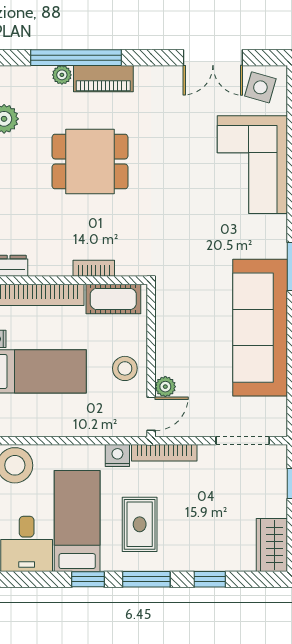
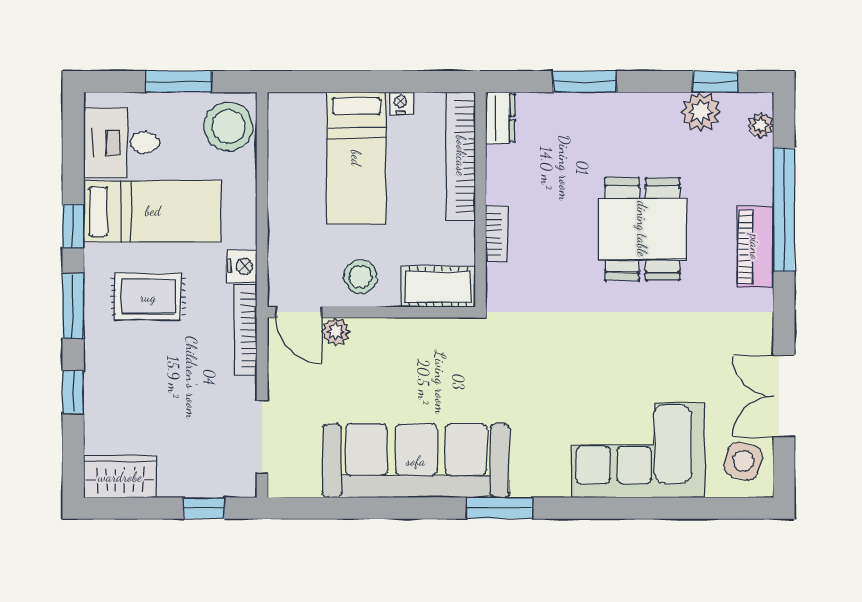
plant: (62, 75) -> (760, 125), moved
cot: (113, 299) -> (438, 287), moved, turned 90

